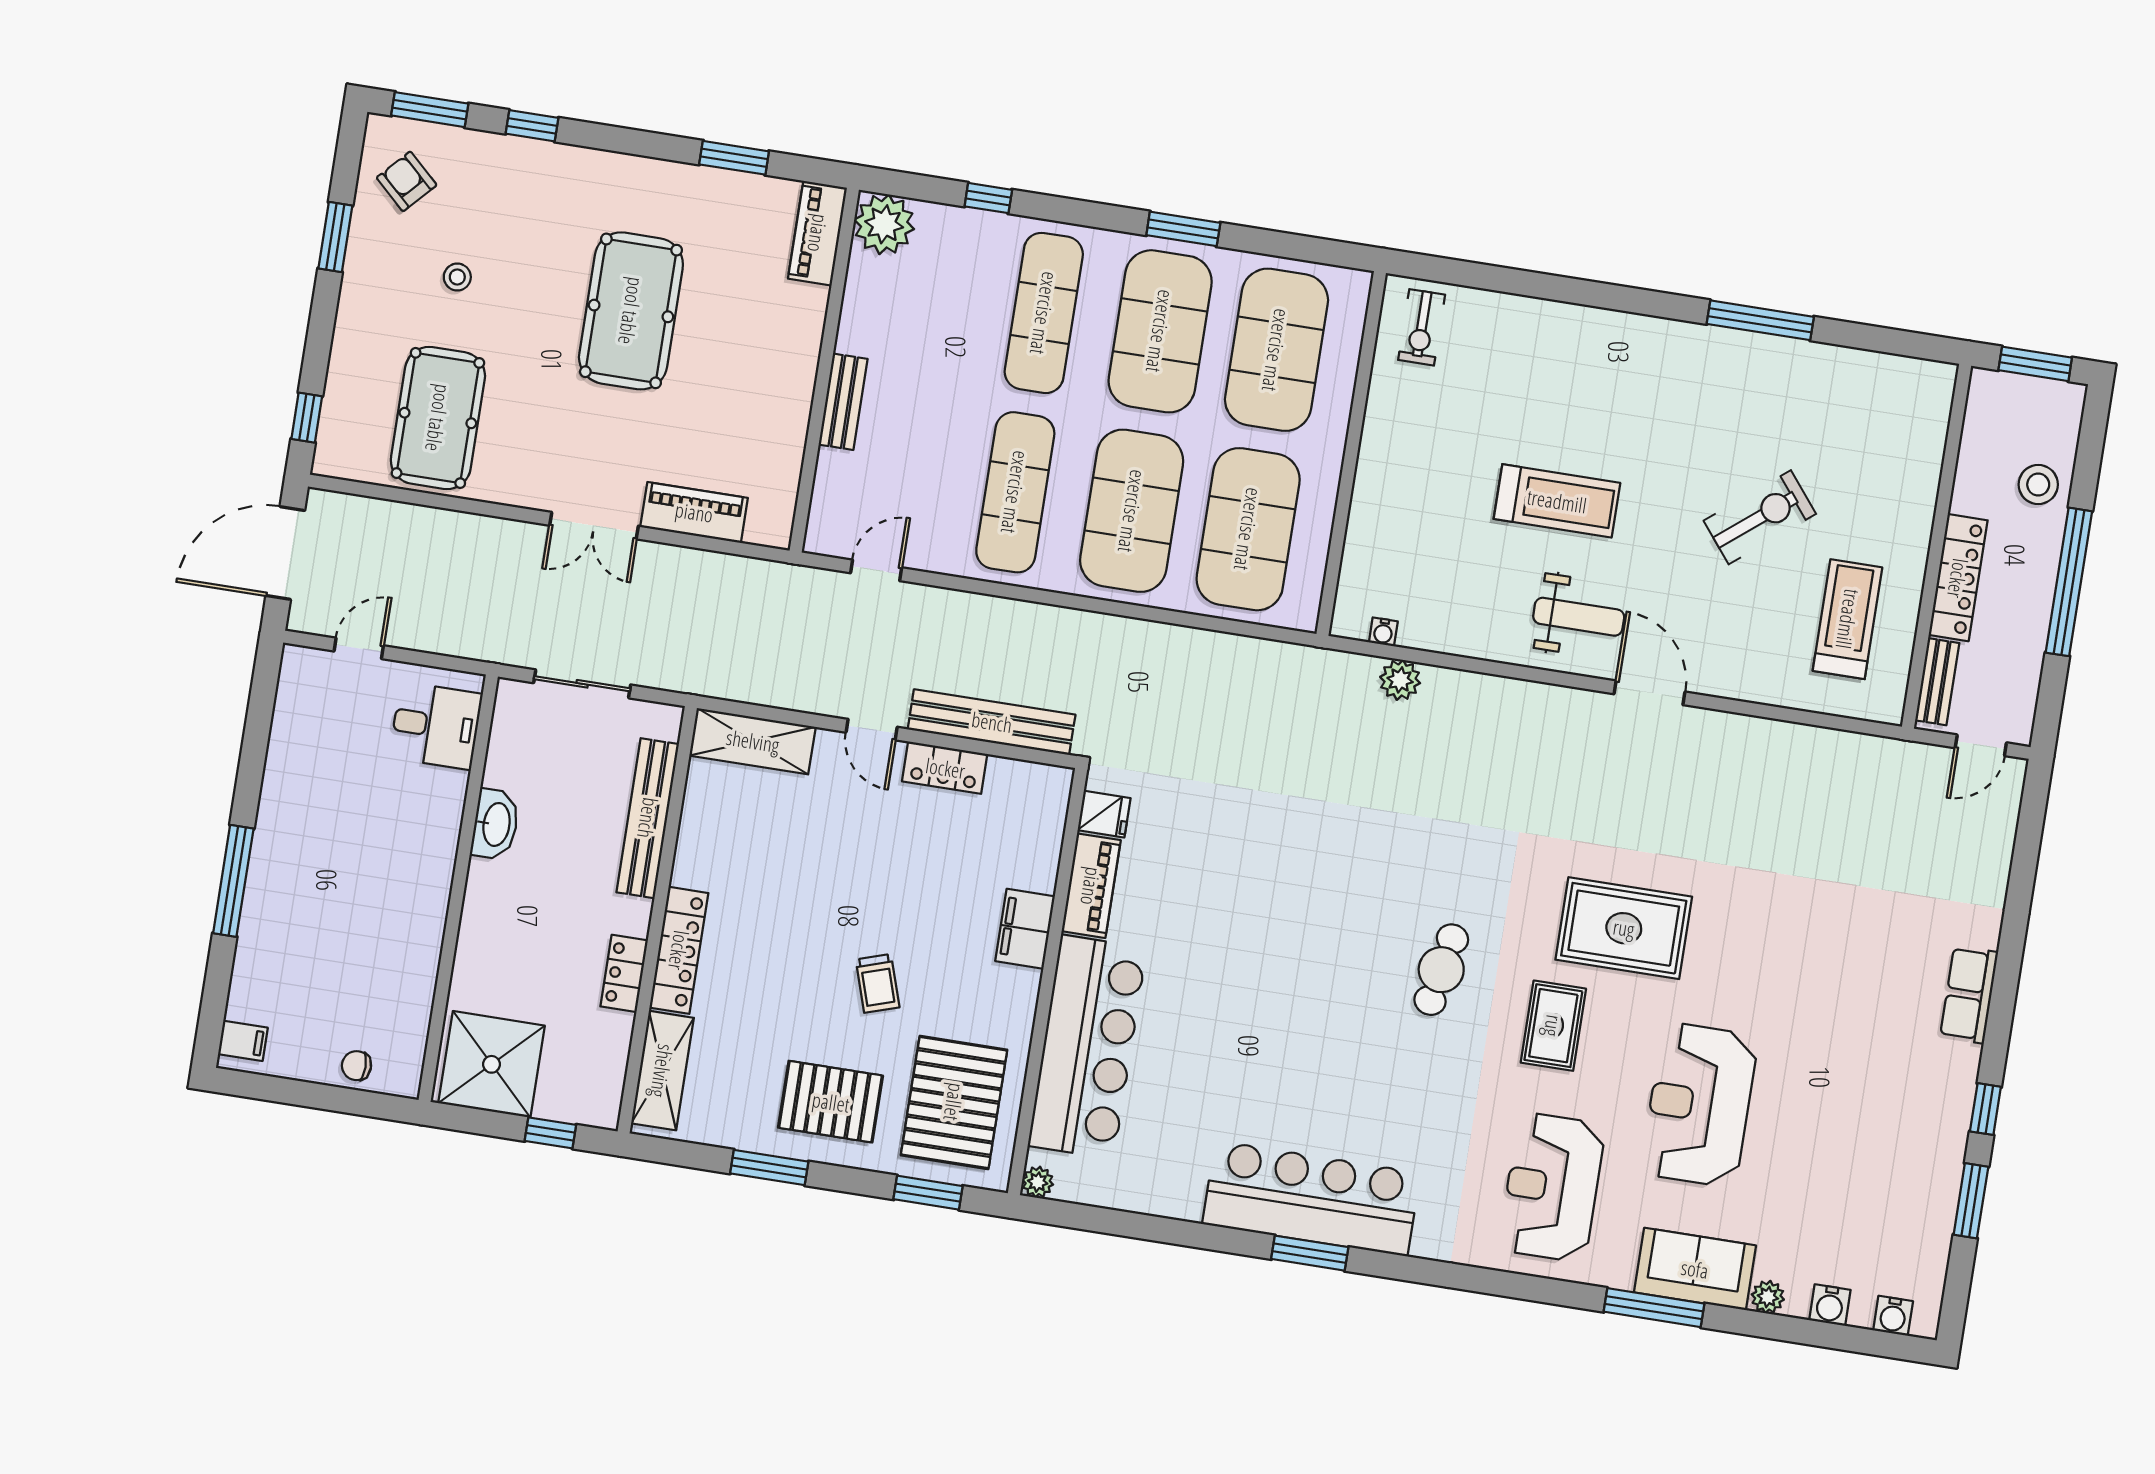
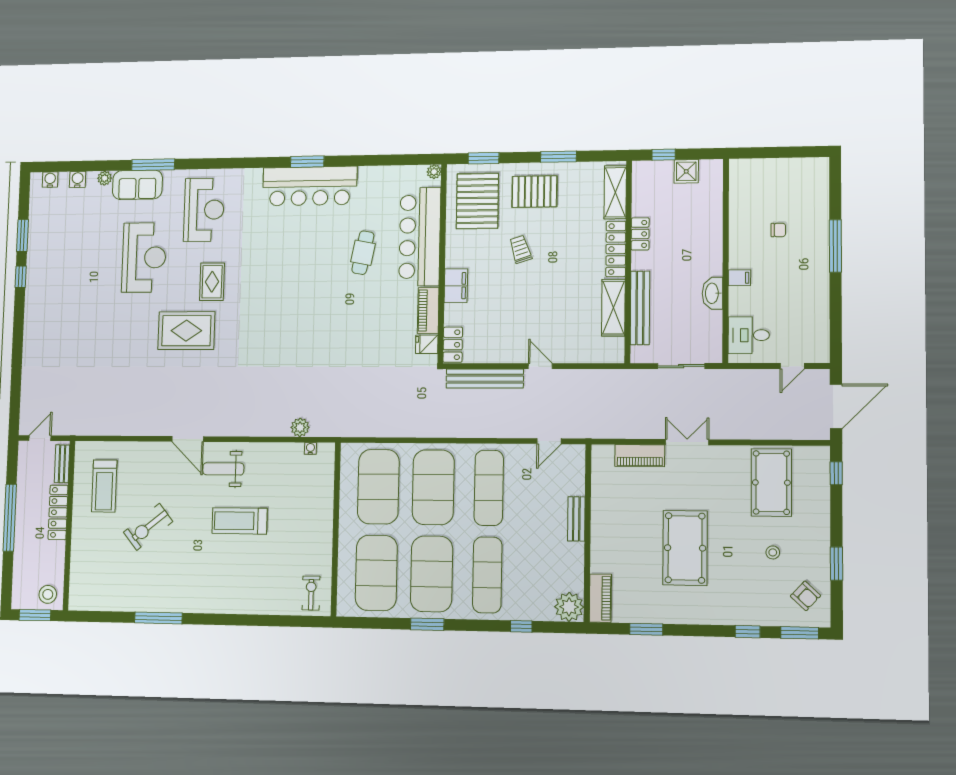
stool: (2038, 485) -> (48, 594), moved
shelving: (753, 741) -> (613, 308), moved, turned 90
locker: (945, 768) -> (453, 345), moved, turned 90
cafe table: (1441, 970) -> (363, 253), moved
row of seats: (1969, 995) -> (33, 326), removed
filing cabinet: (243, 1041) -> (739, 278), moved, turned 180
shower: (492, 1064) -> (686, 171), width x0.54, depth x0.54
chair: (356, 1066) -> (778, 230), moved

